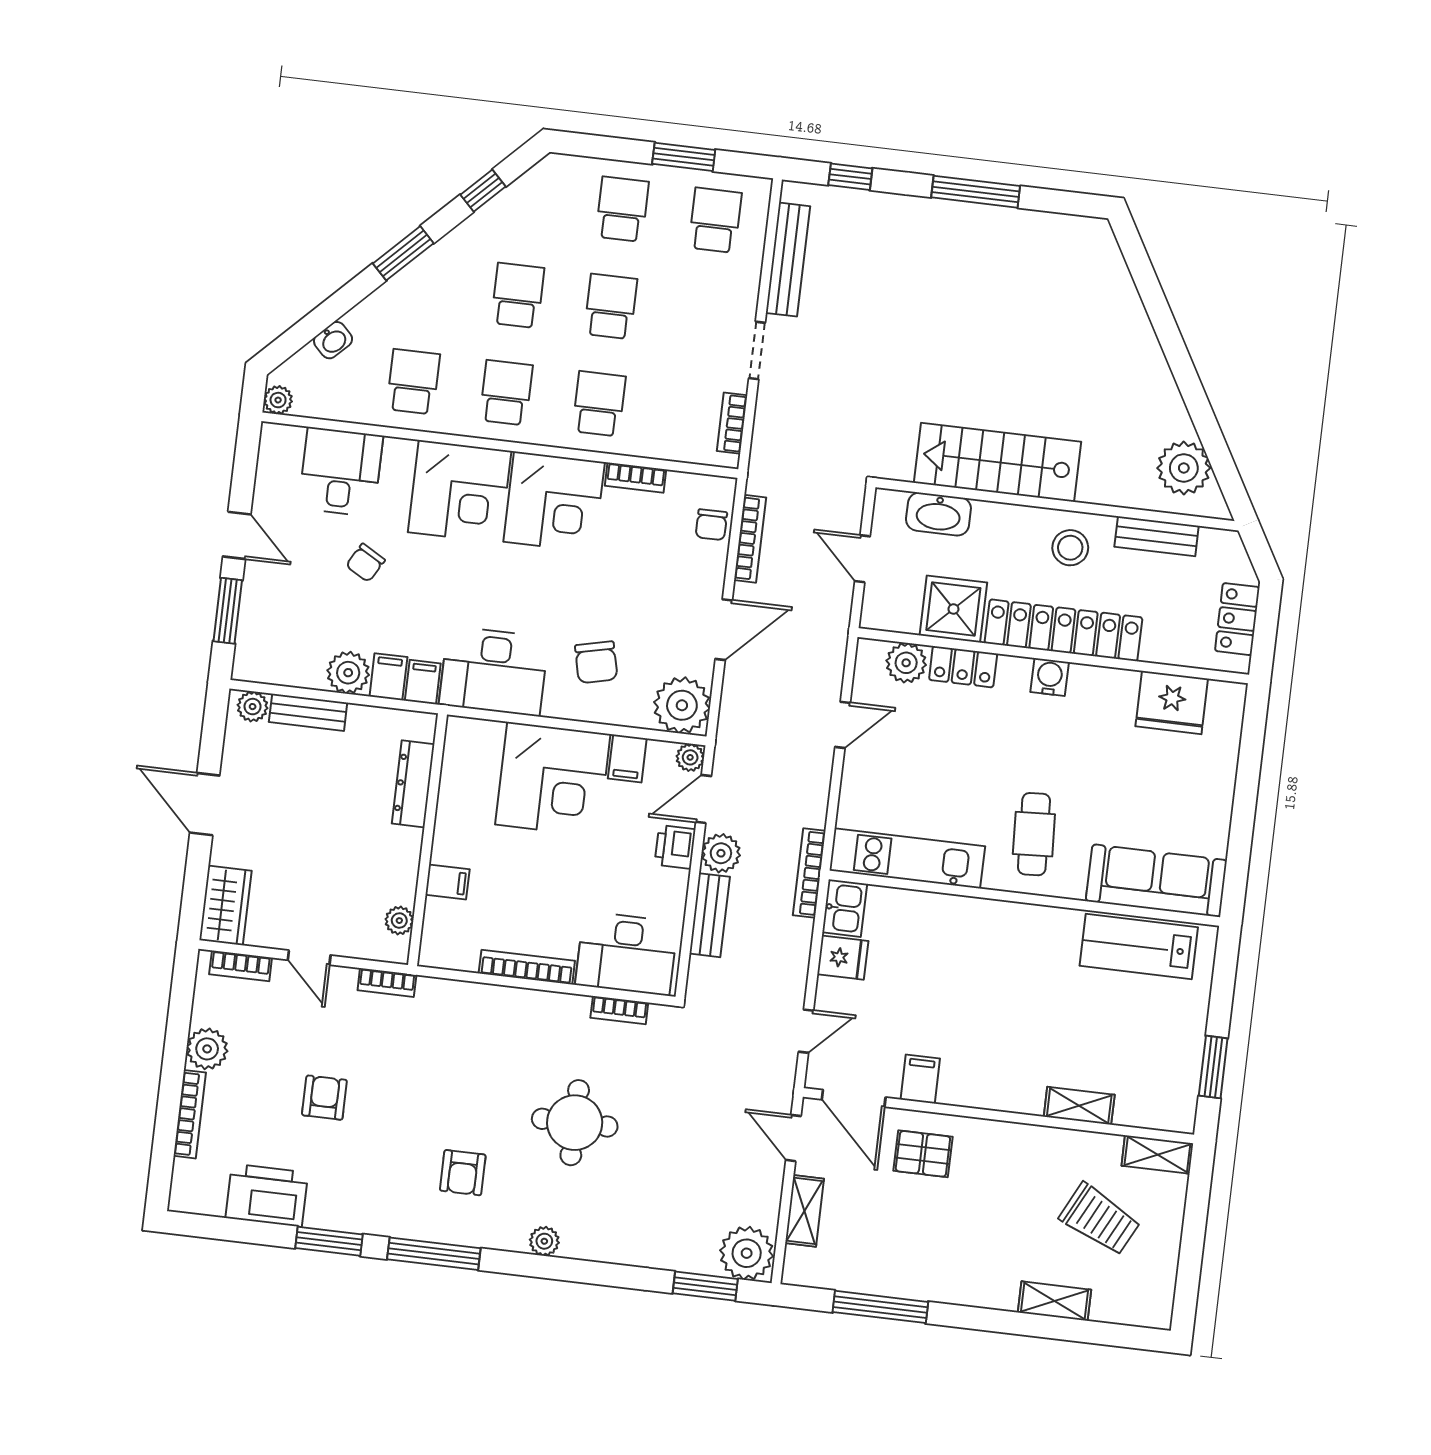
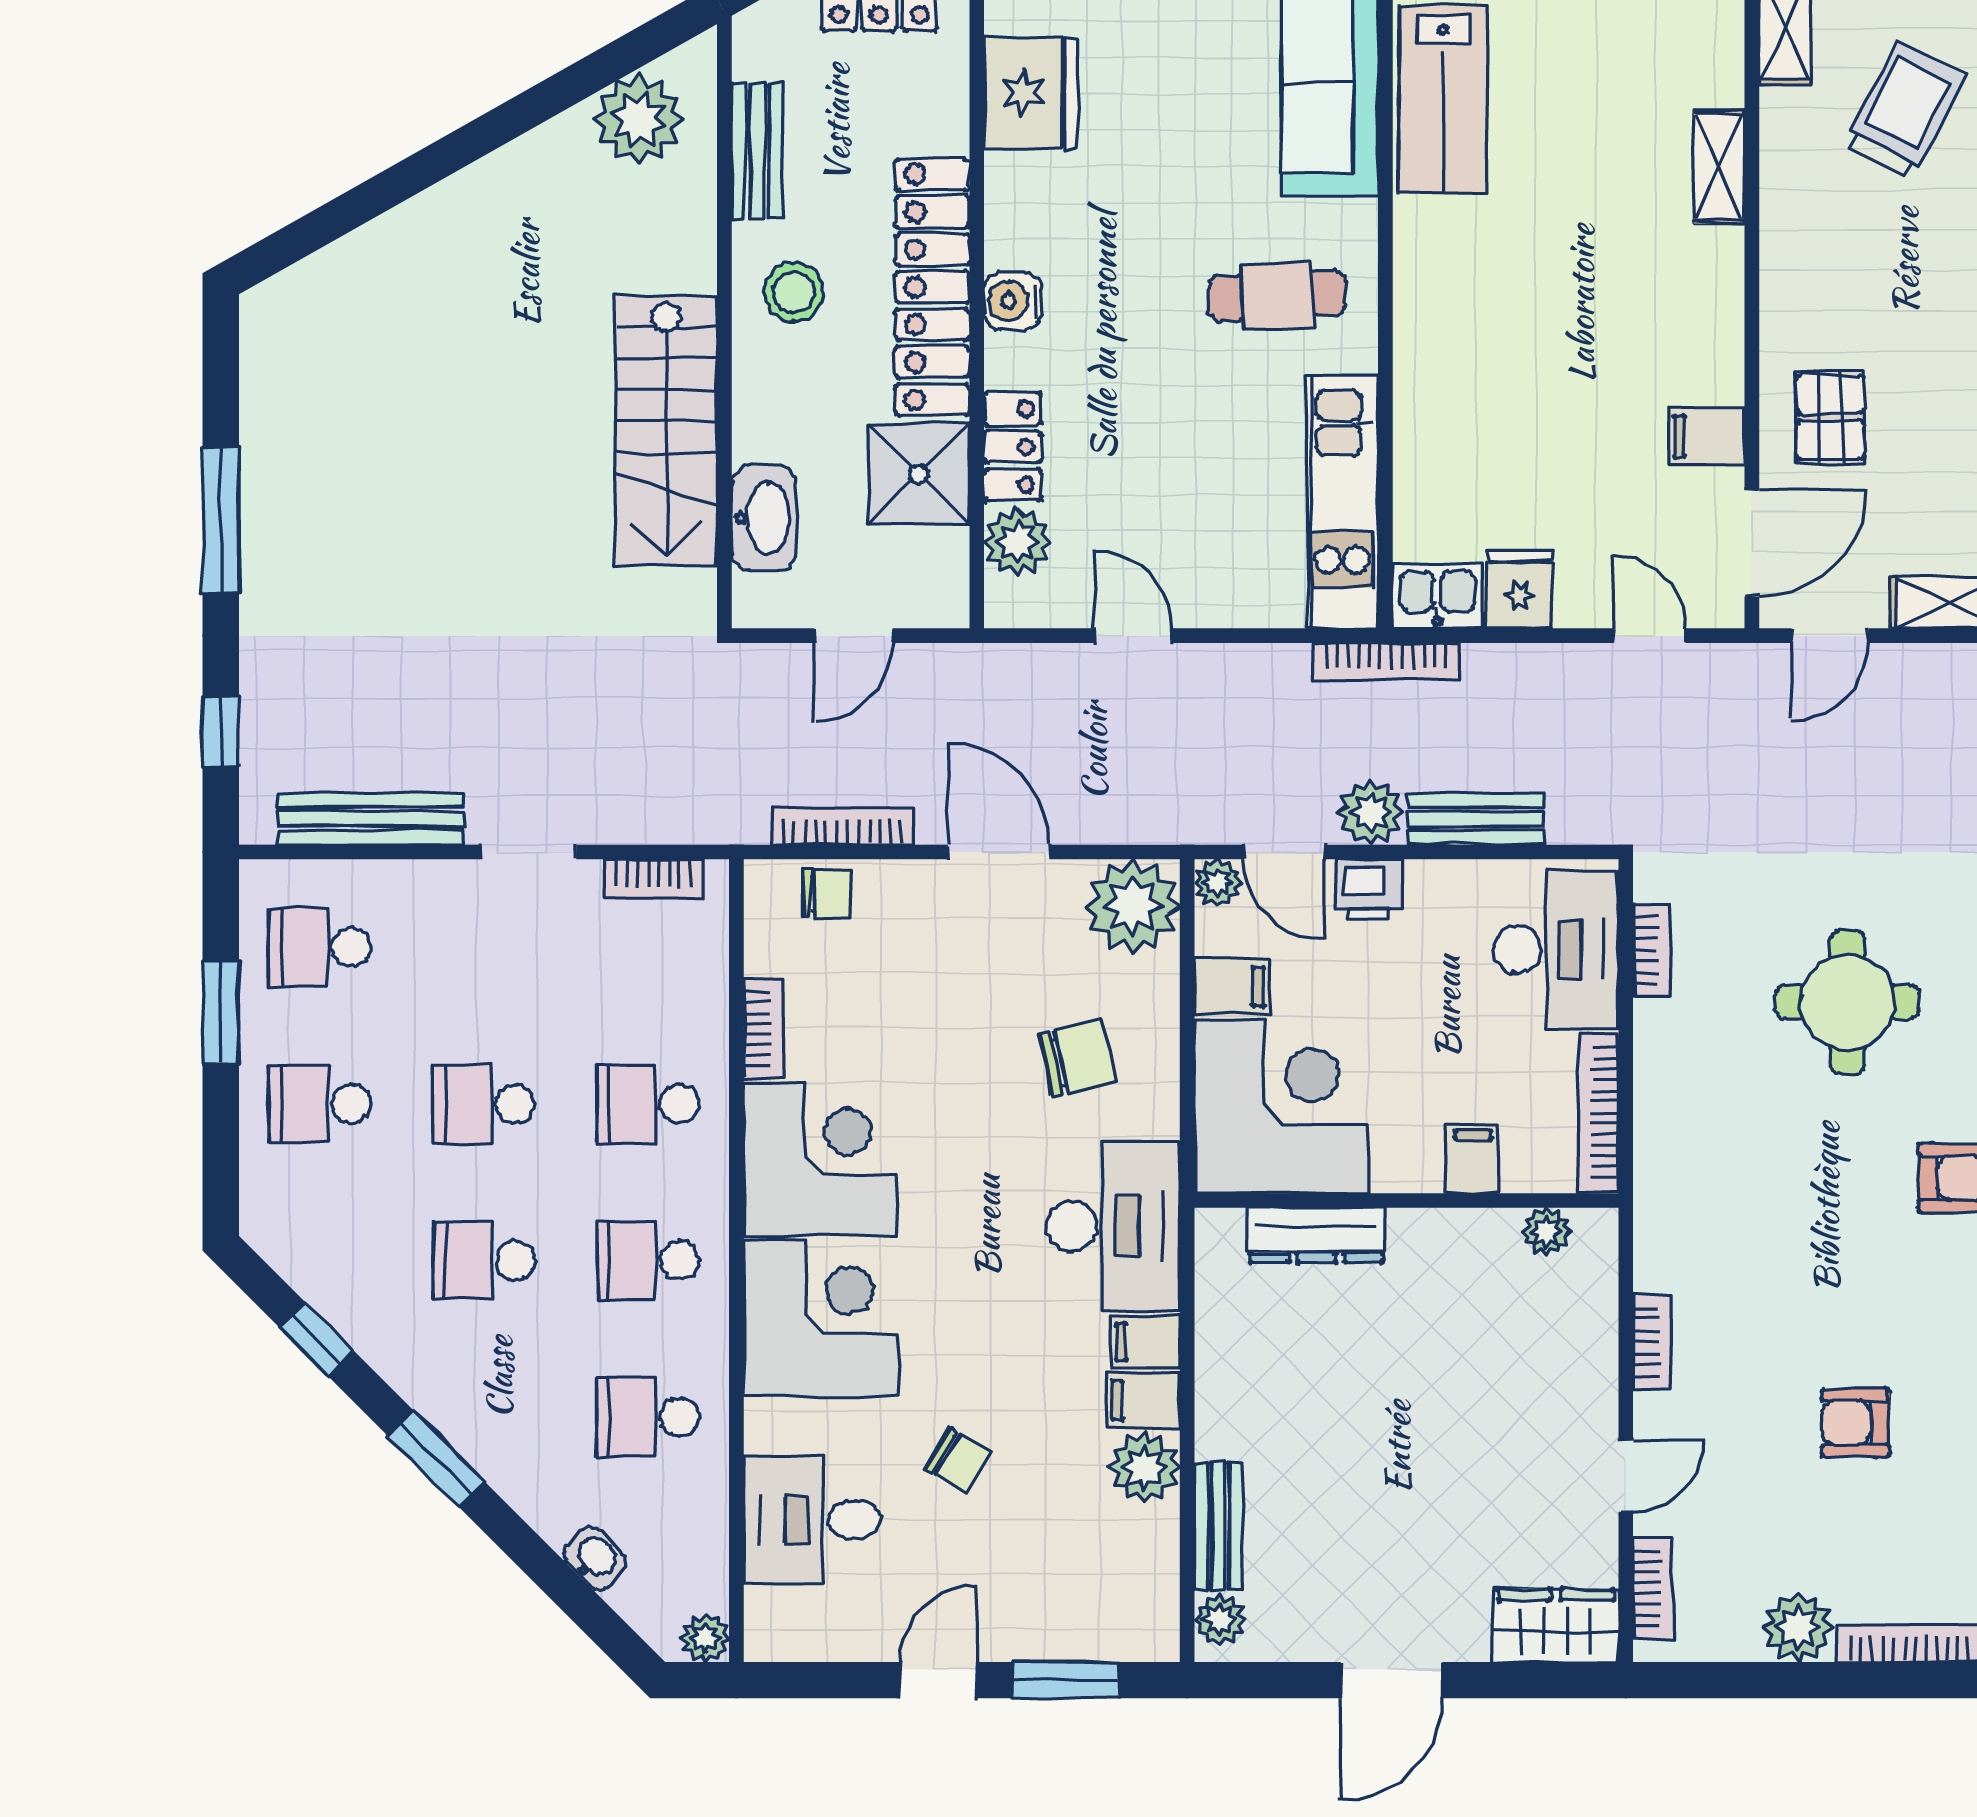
dresser: (413, 784) -> (1316, 1235), moved
wall: (427, 840) -> (1406, 1201), moved
filing cabinet: (447, 882) -> (1473, 1159), moved
plant: (399, 921) -> (1546, 1231), moved

